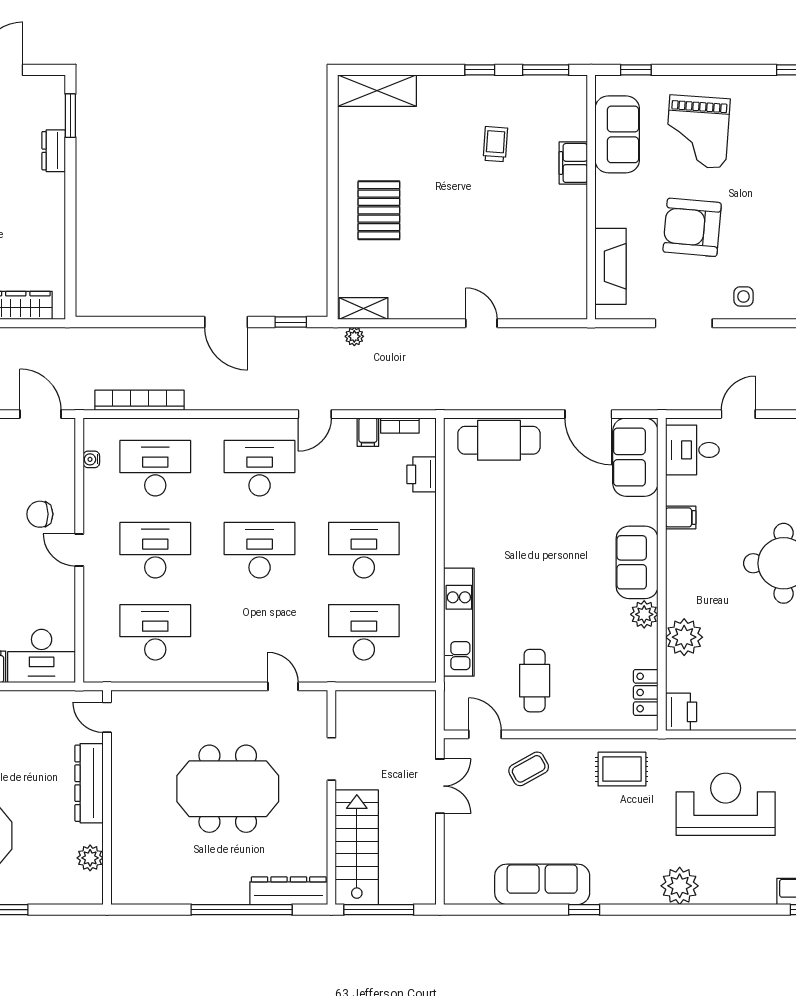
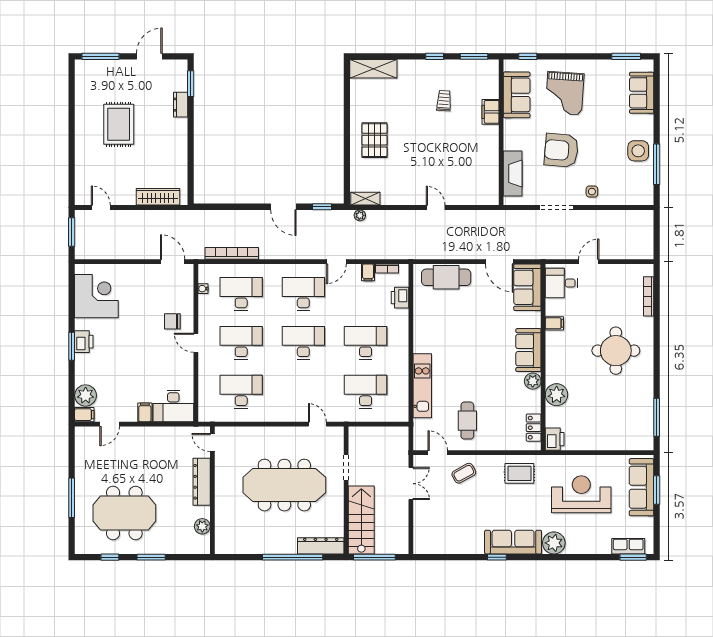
meeting table: (228, 789) -> (284, 485), width x1.36
sofa: (542, 884) -> (513, 542), moved

